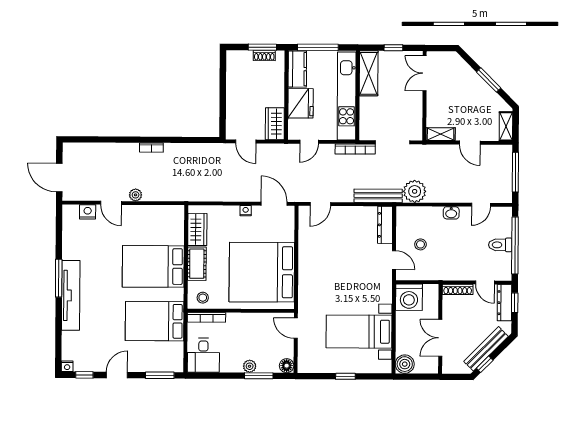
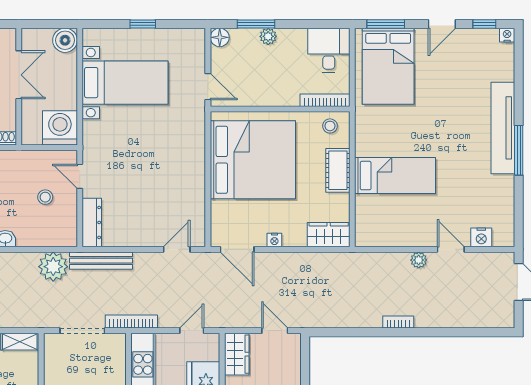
wardrobe: (197, 229) -> (329, 235), moved, turned 90
bed: (153, 266) -> (395, 176), width x0.67
bed: (155, 321) -> (388, 66), moved, turned 90

